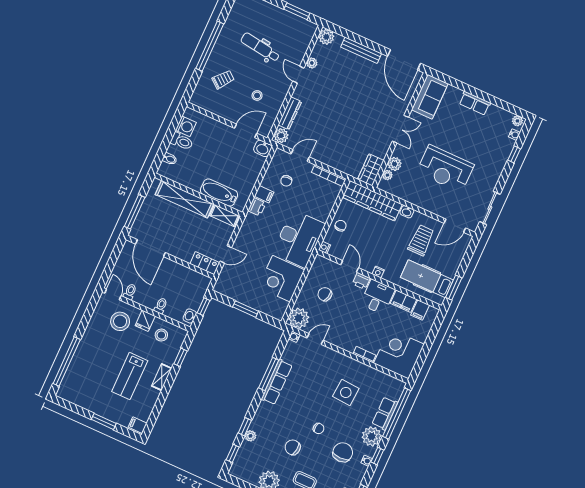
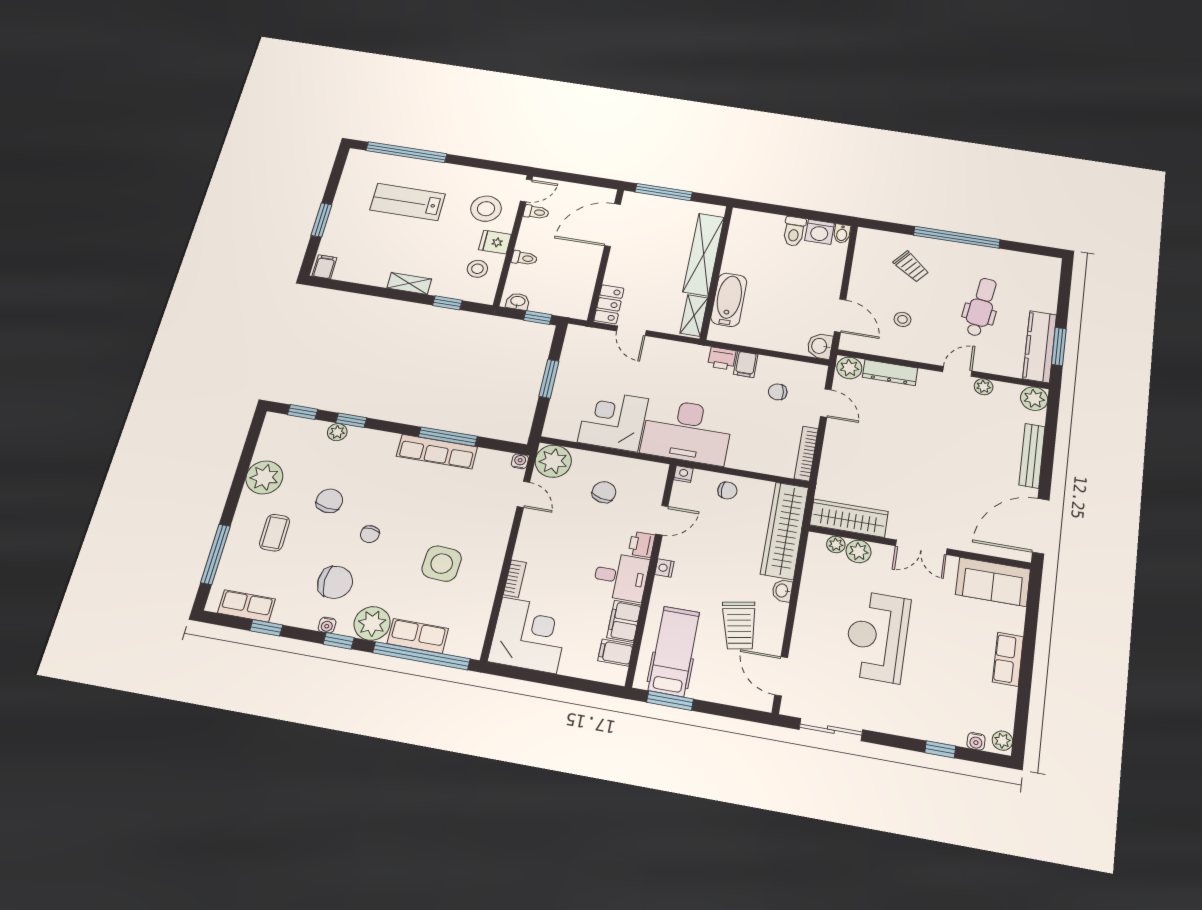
kitchen counter: (294, 22) -> (1040, 347), added
bidet: (170, 159) -> (842, 234), moved
wardrobe: (371, 170) -> (849, 518), width x1.50
trolley: (421, 240) -> (739, 625), turned 79
lab bench: (130, 376) -> (408, 202), moved

